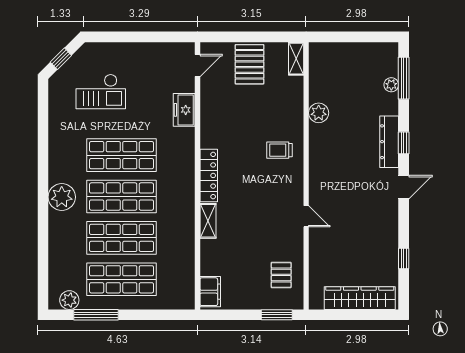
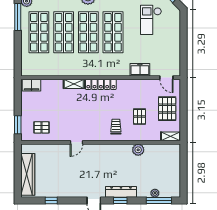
pallet: (250, 64) -> (167, 109), turned 90
pallet: (263, 110) -> (140, 117), added

